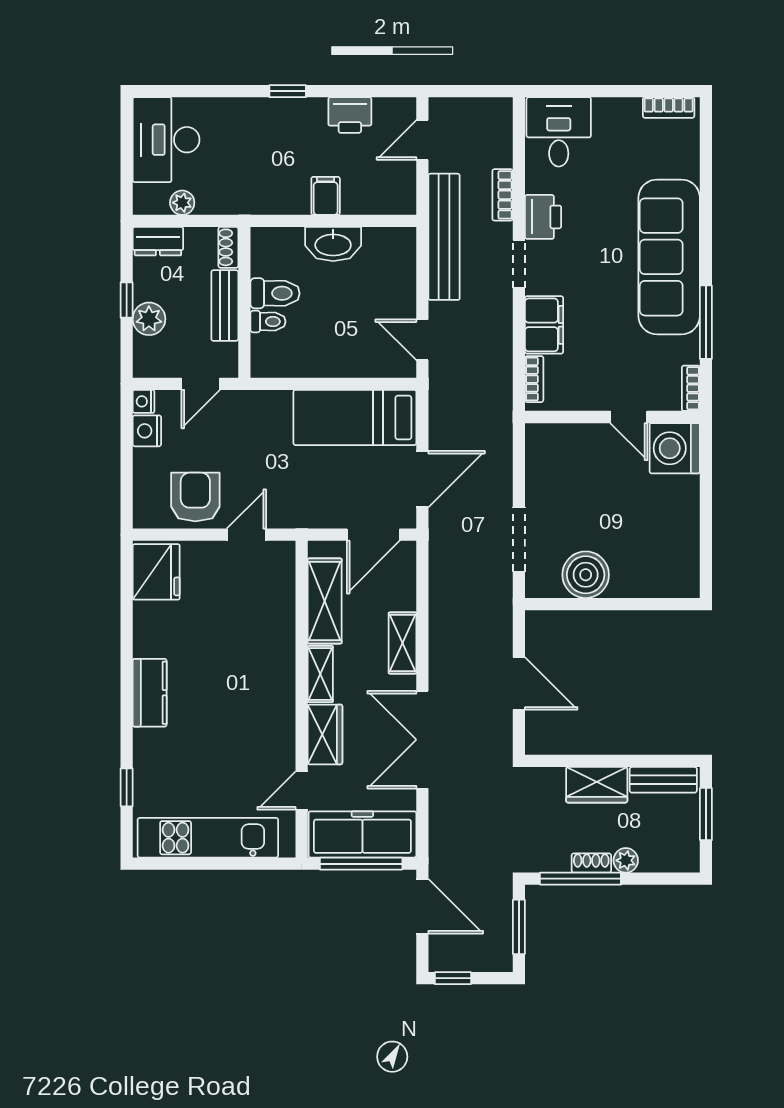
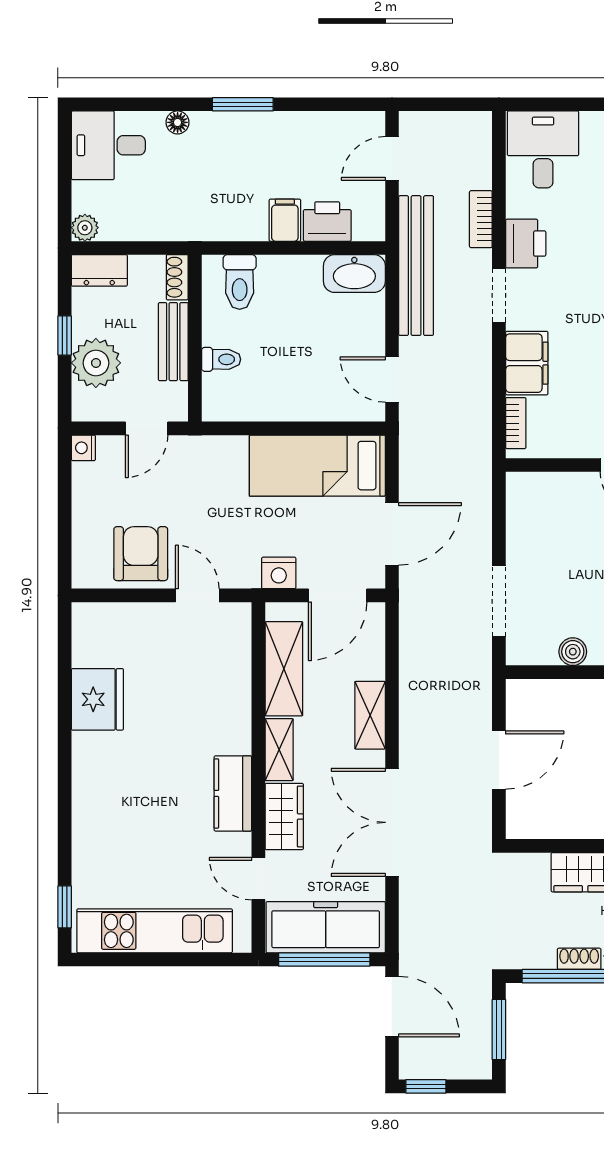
window: (288, 91) -> (243, 104), width x1.50
floor lamp: (229, 108) -> (178, 122), added
printer: (350, 115) -> (327, 222), moved, turned 180
desk: (166, 140) -> (108, 145), width x0.73
plant: (182, 203) -> (85, 228), moved
washbasin: (333, 244) -> (354, 274), moved
toilet: (275, 293) -> (240, 282), moved, turned 90
plant: (149, 319) -> (96, 363), width x1.36, depth x1.36
nightstand: (147, 431) -> (279, 573), moved, turned -90
door: (246, 535) -> (197, 595), hinge flipped
fridge: (156, 572) -> (97, 699), moved
boiler: (586, 575) -> (573, 652), width x0.54, depth x0.54
door: (519, 683) -> (499, 760), hinge flipped
kitchen counter: (150, 693) -> (233, 793), moved, turned 180
window: (127, 787) -> (65, 907), moved
door: (302, 791) -> (258, 879), hinge flipped

